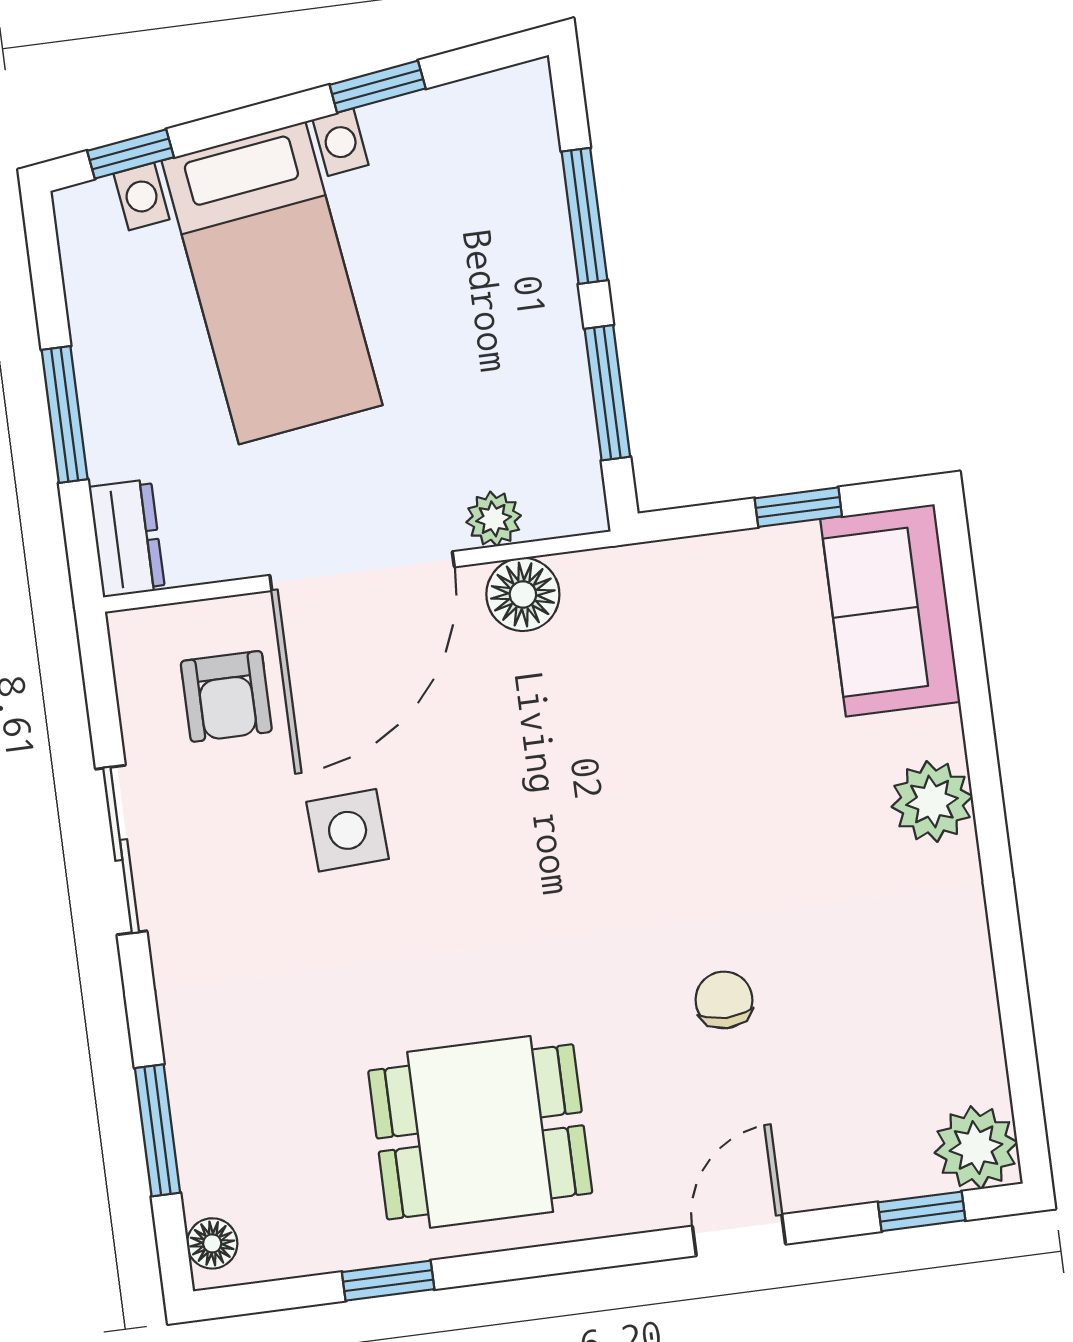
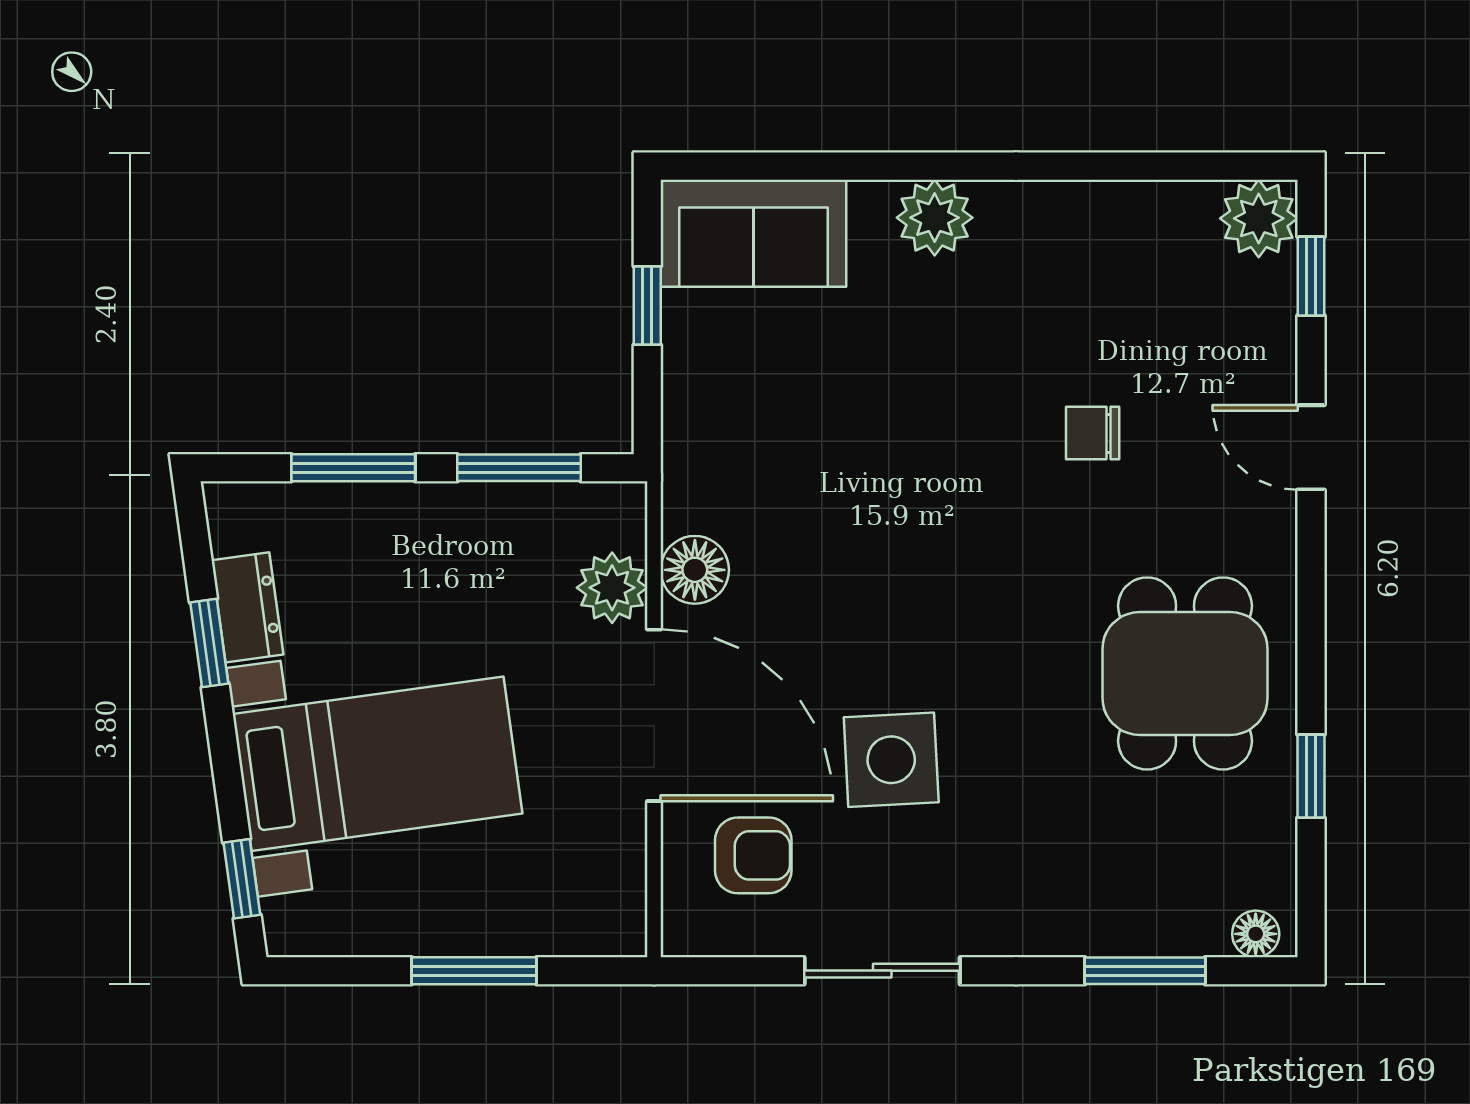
plant: (494, 519) -> (612, 588), width x1.38, depth x1.38
dresser: (127, 538) -> (247, 607), moved, turned 82
side table: (348, 830) -> (891, 760), width x1.37, depth x1.37

